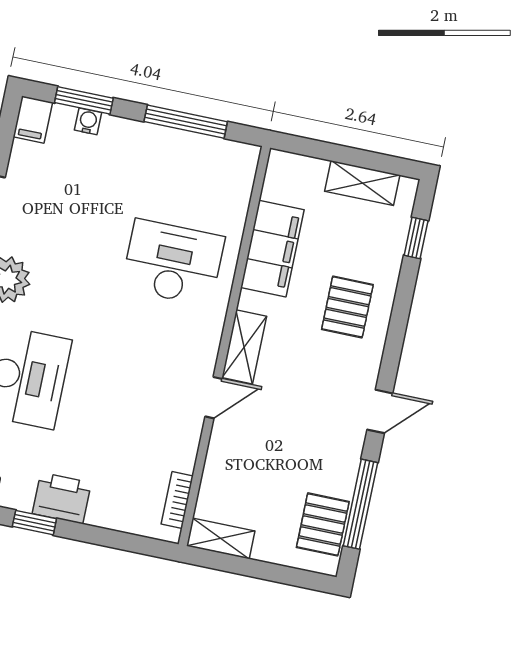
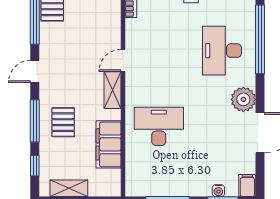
desk: (173, 263) -> (159, 126), turned 180
window: (399, 320) -> (35, 121), added

